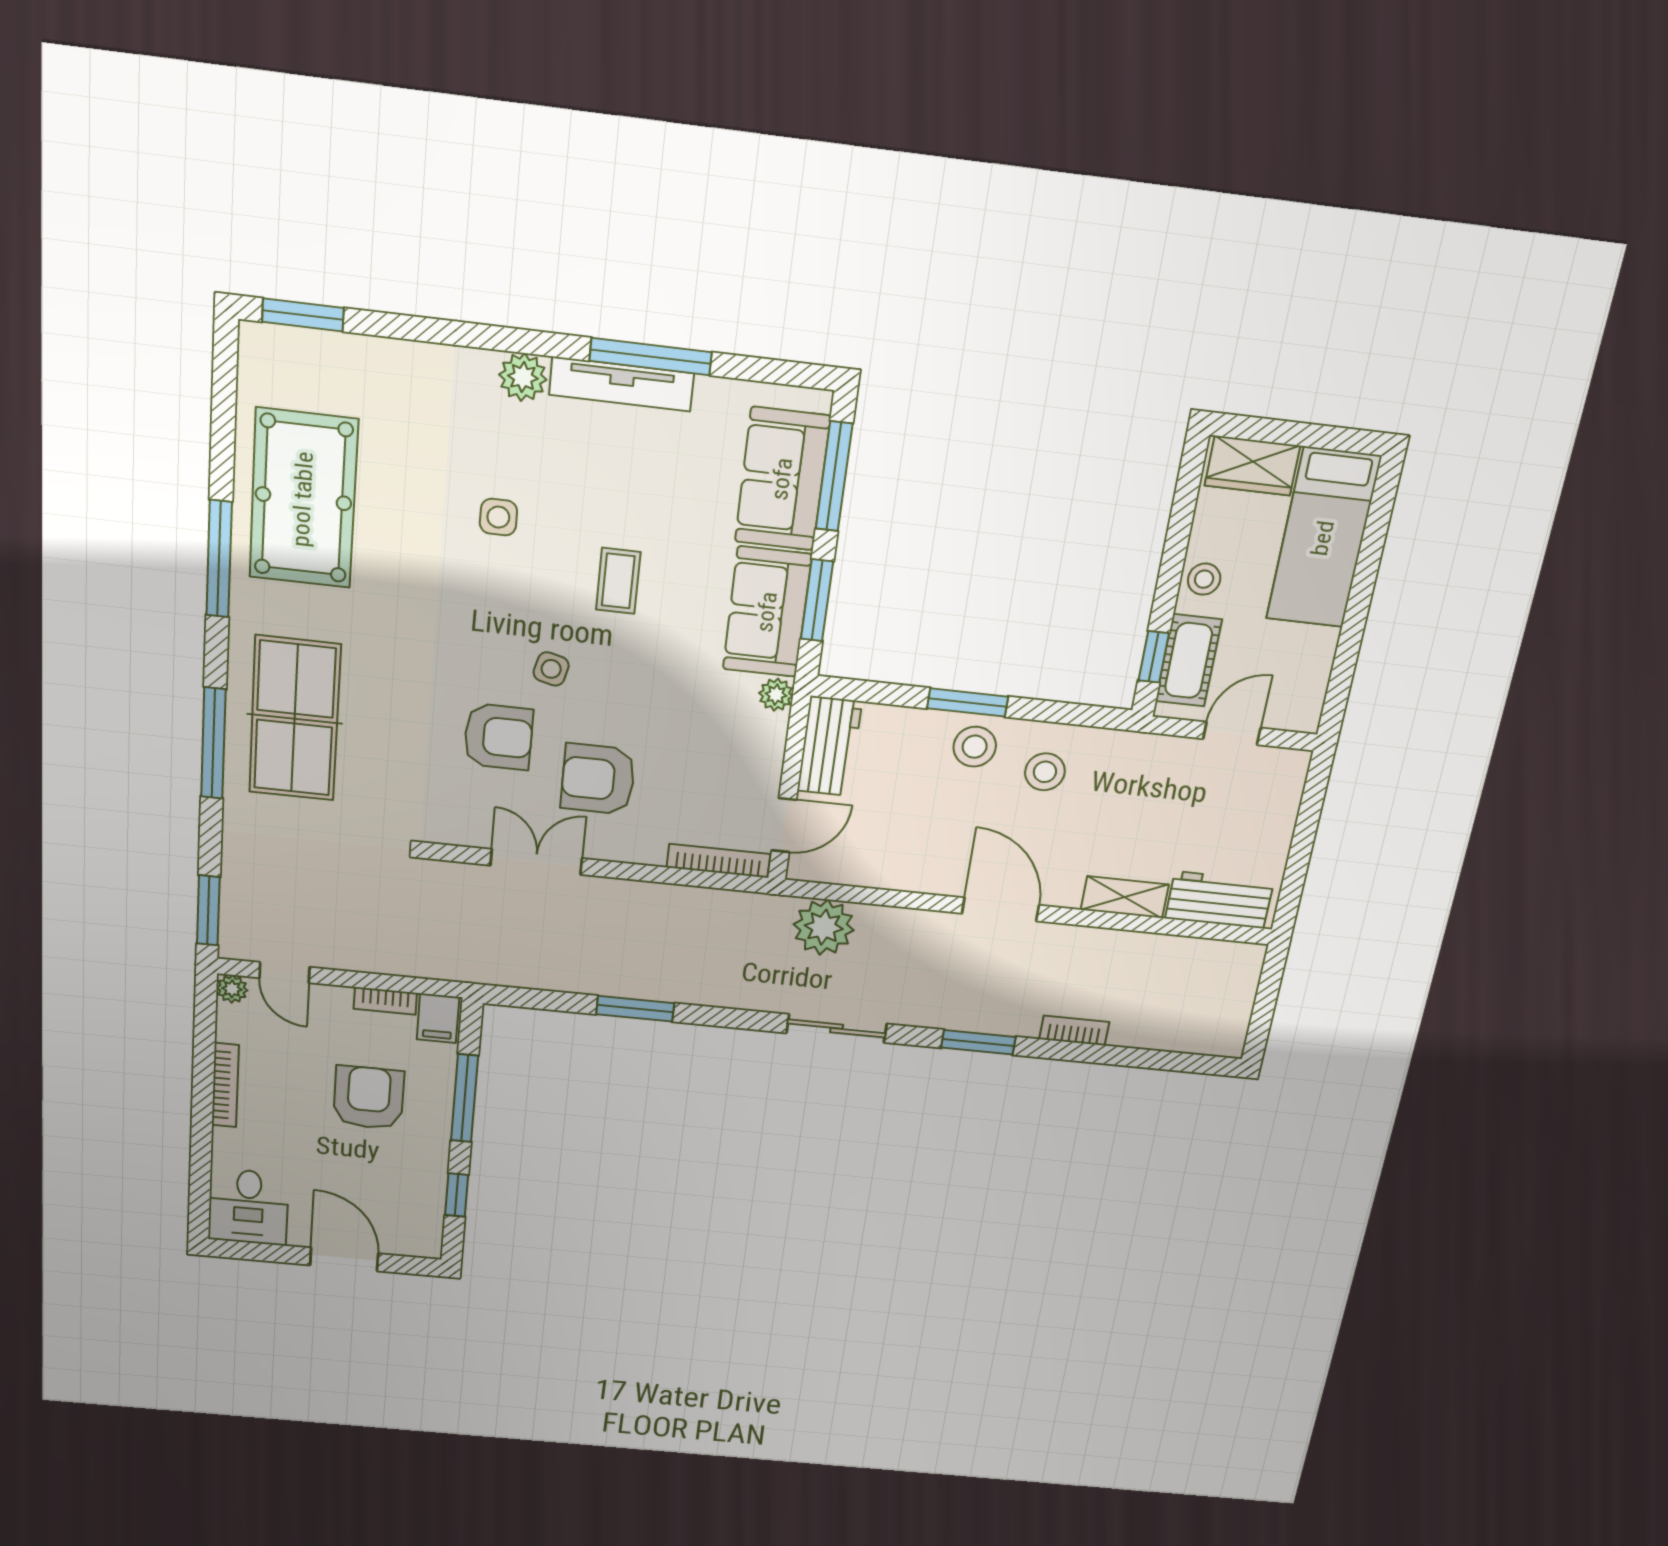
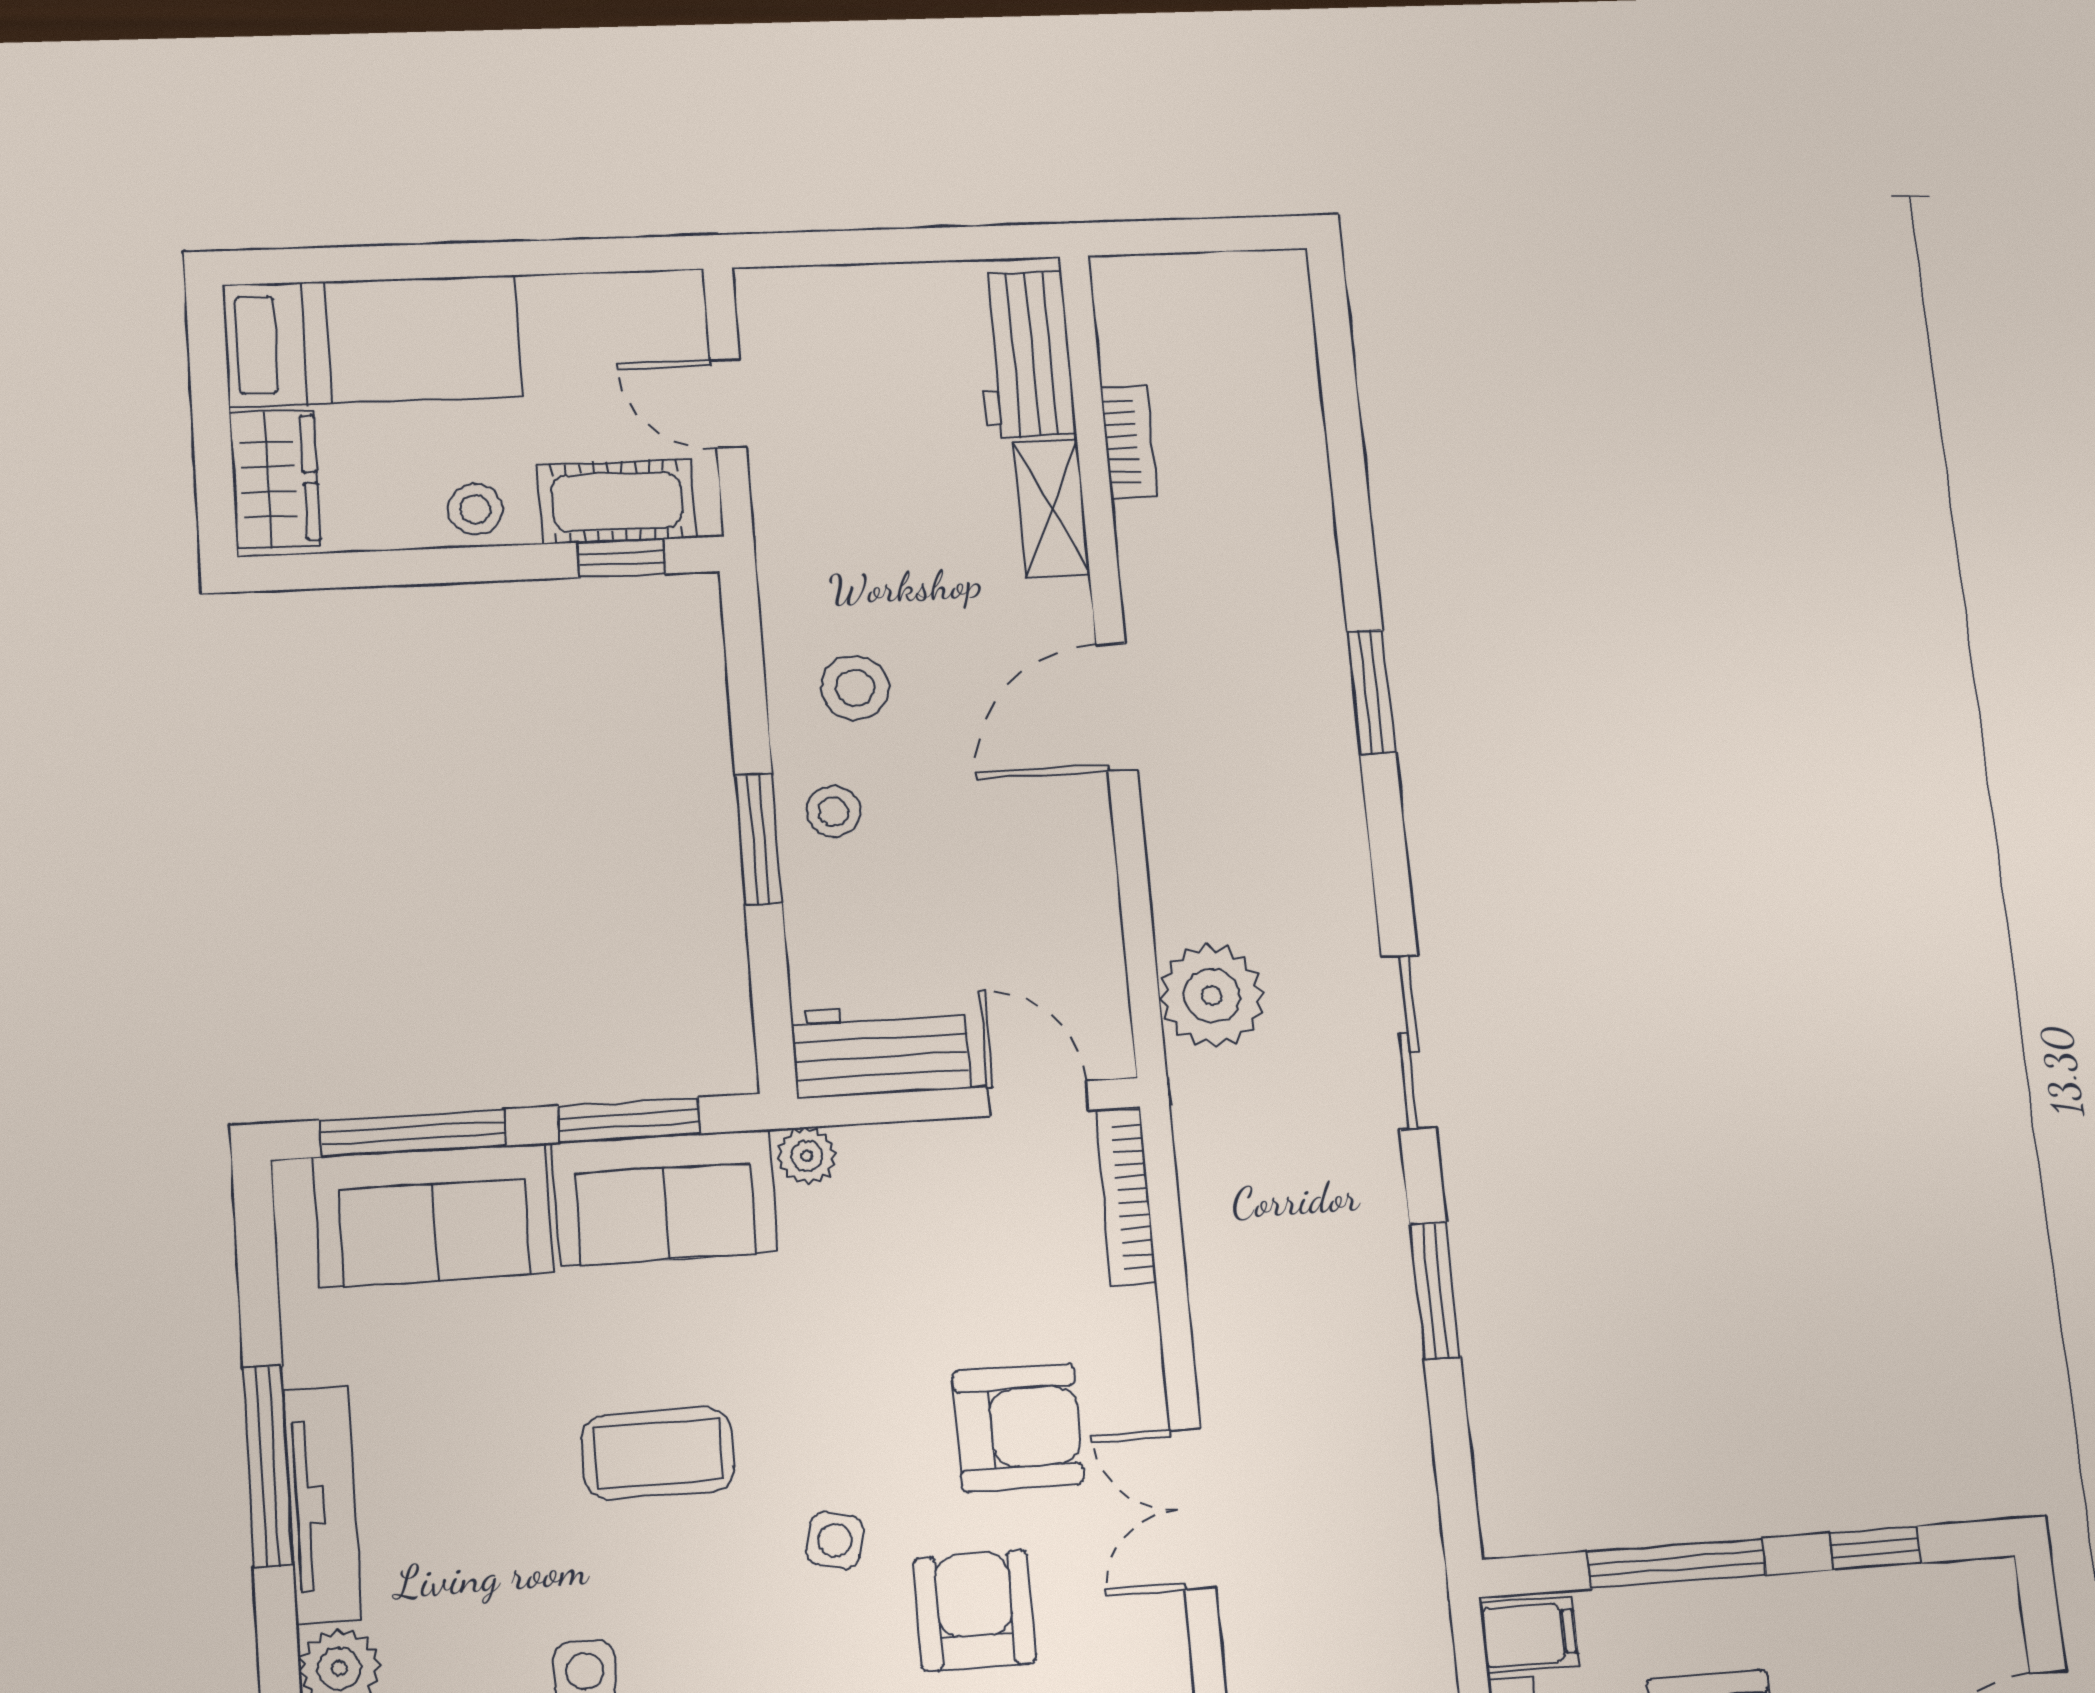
coffee table: (618, 581) -> (658, 1453), width x1.36, depth x1.30
stool: (975, 747) -> (834, 811), width x0.73, depth x0.73
armchair: (598, 779) -> (1018, 1428), turned -90
sliding door: (837, 1028) -> (1409, 1042), moved
bookcase: (1074, 1031) -> (1129, 442), moved, turned 180

